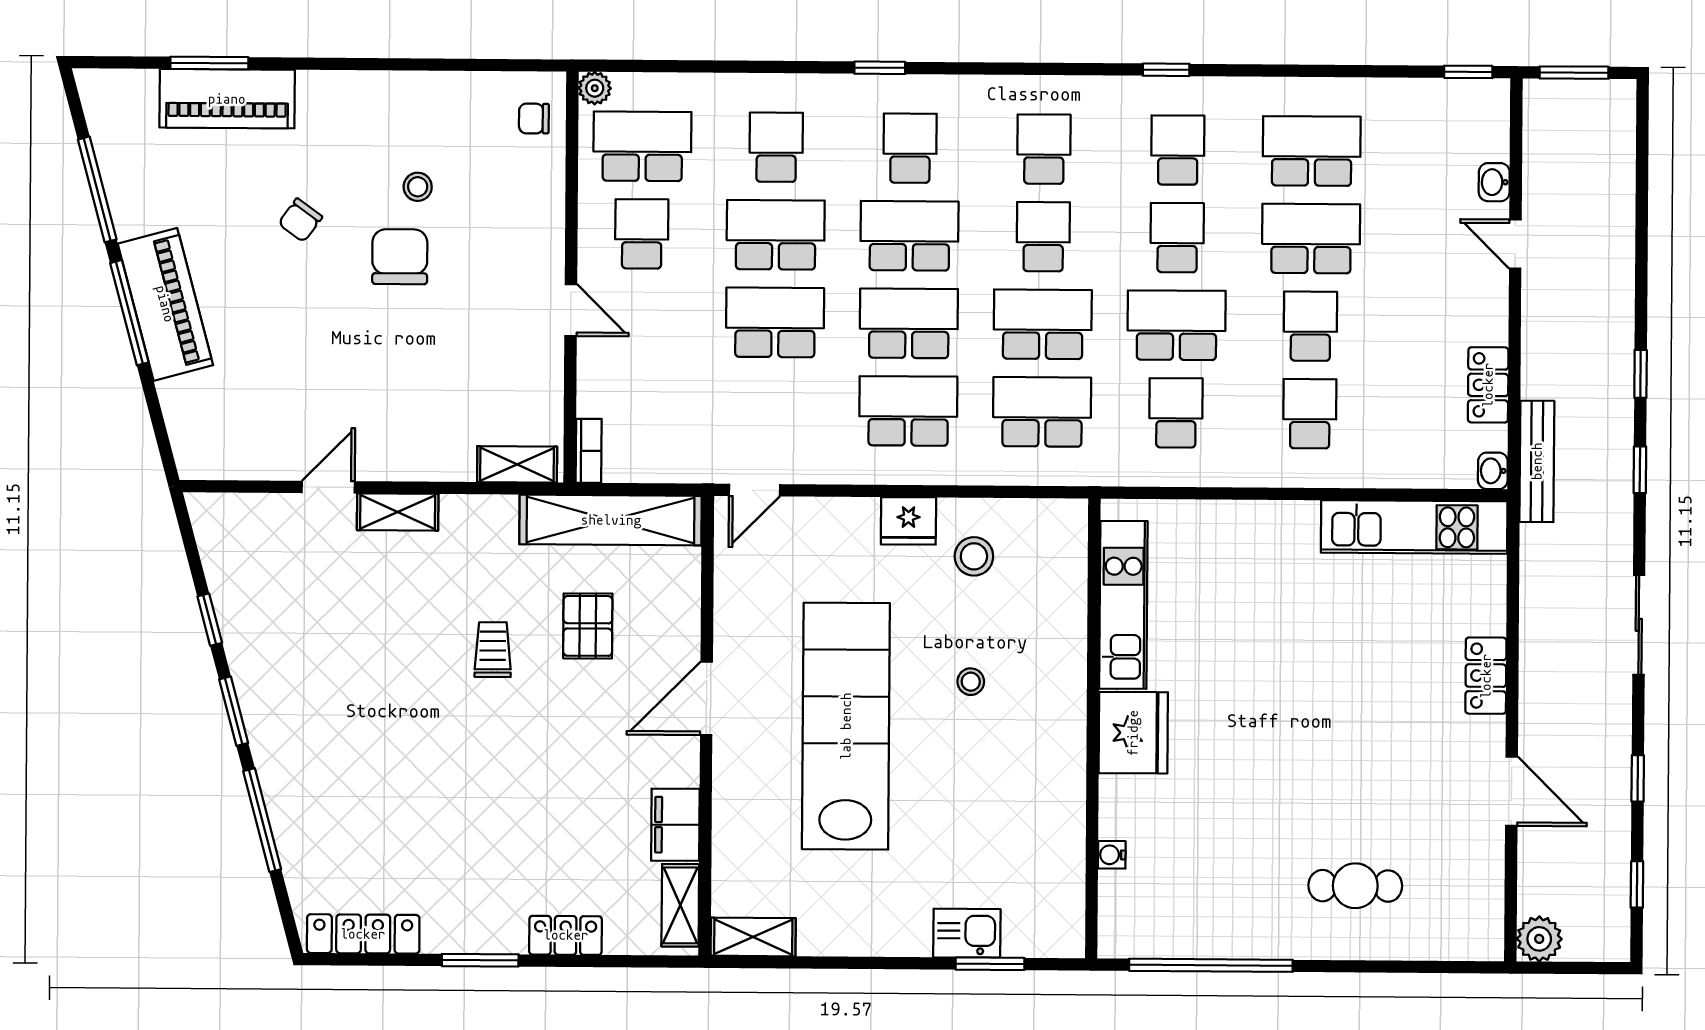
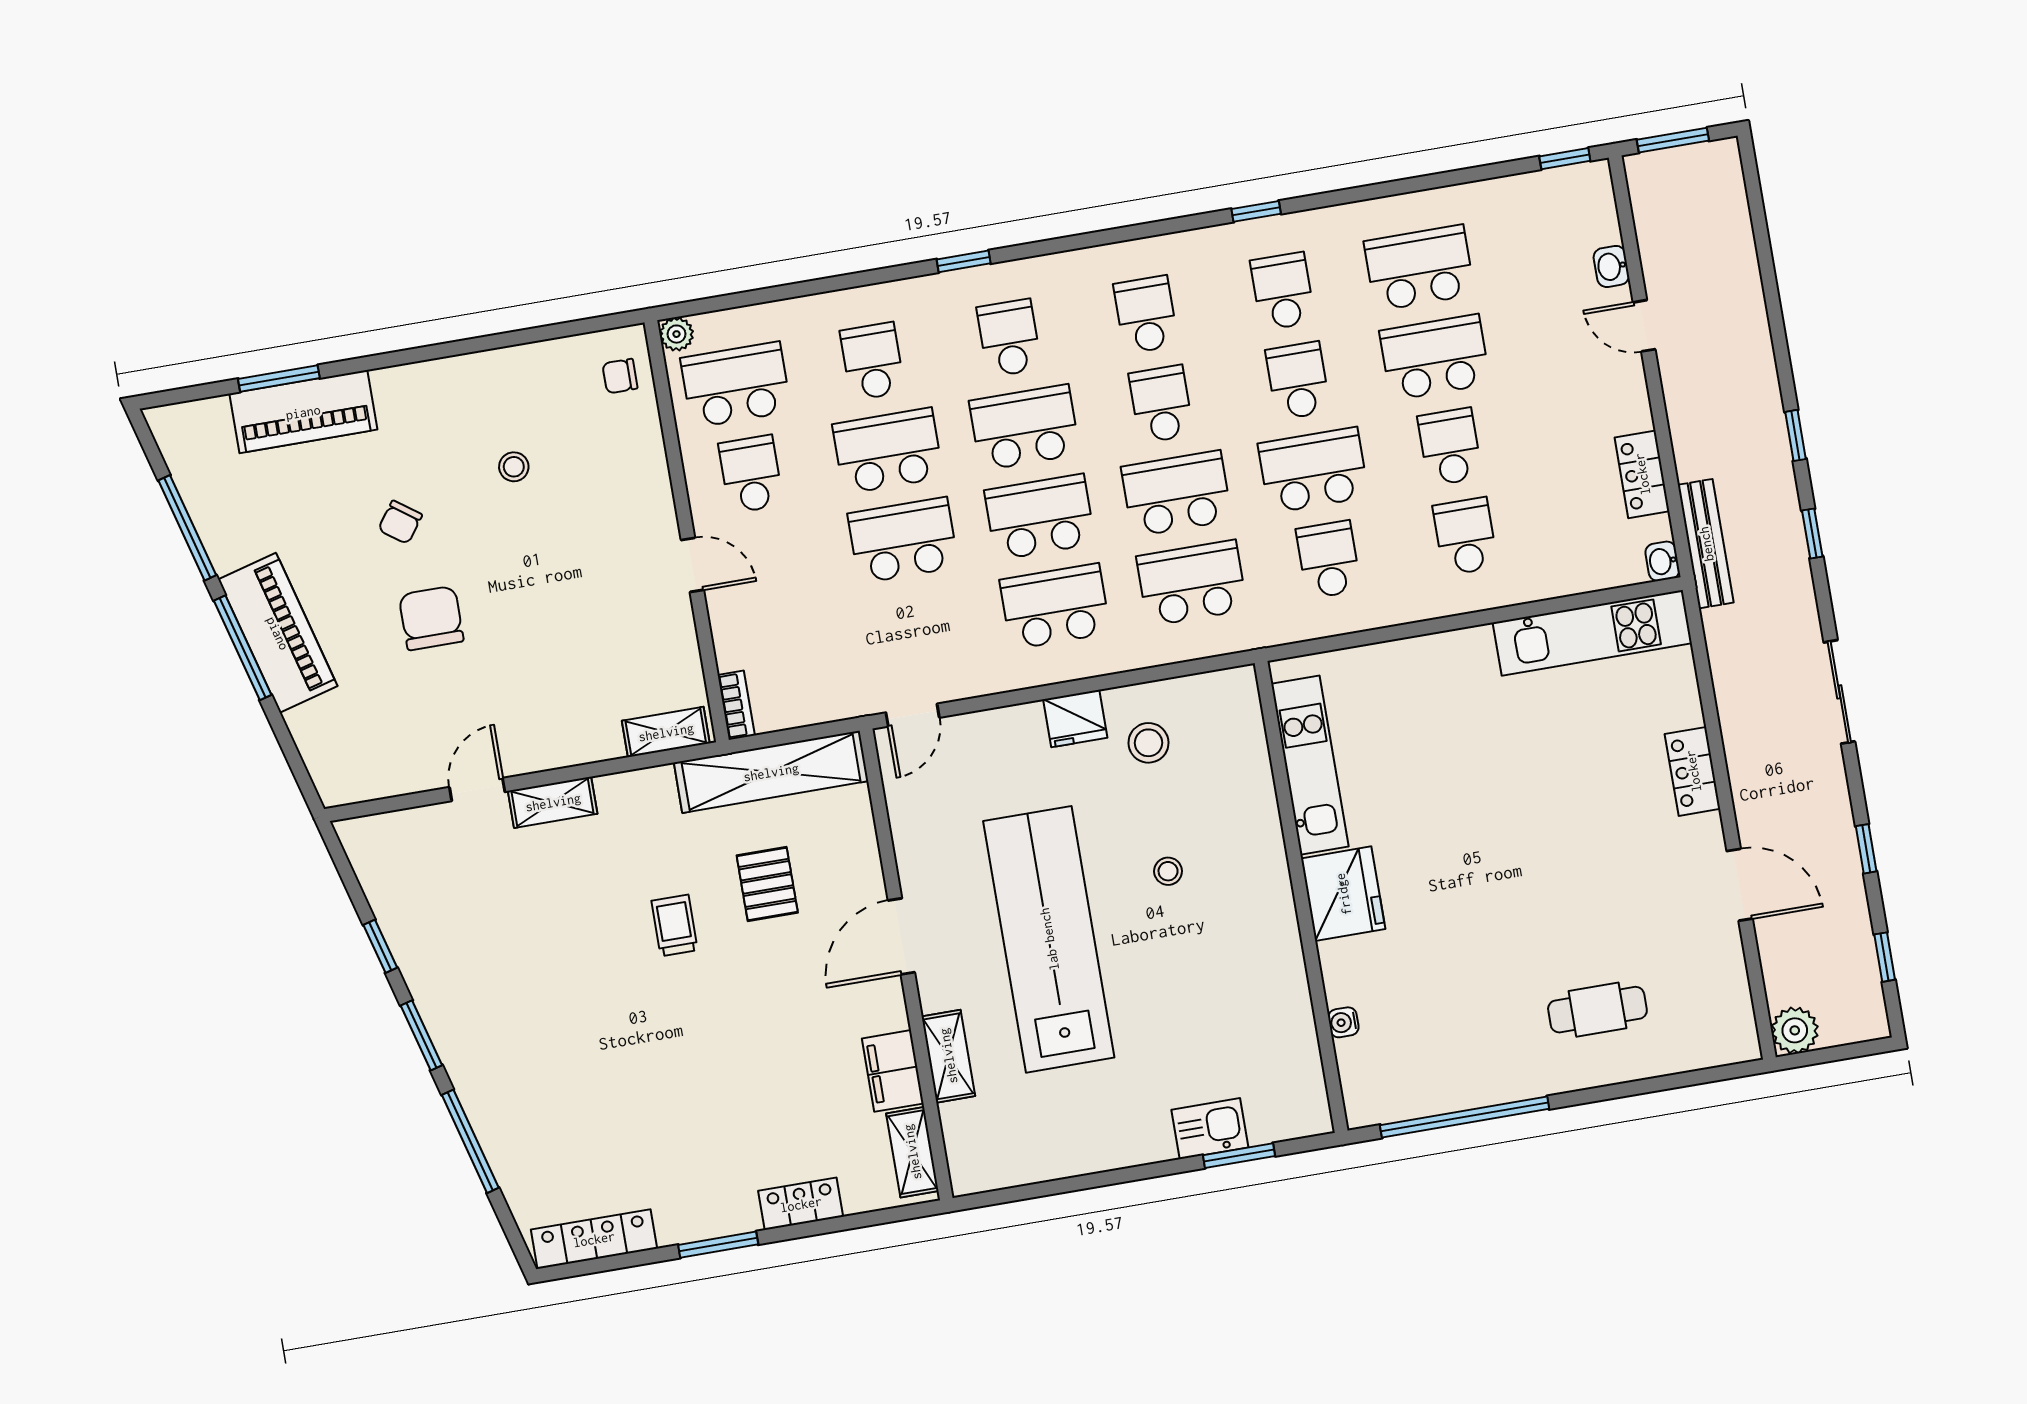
chair: (400, 257) -> (431, 618), moved
shelving: (753, 937) -> (948, 1056), moved, turned 90

